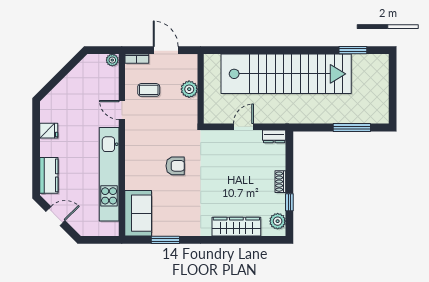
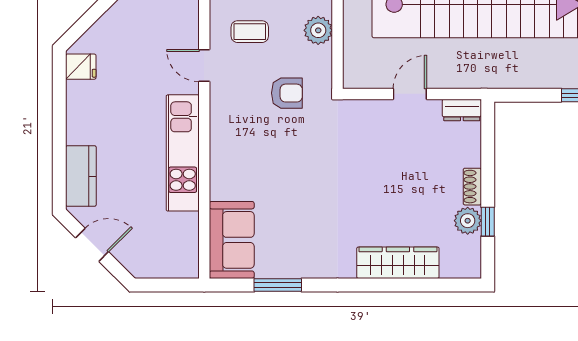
fridge: (49, 131) -> (81, 67), moved
armchair: (175, 166) -> (287, 93), moved
kitchen unit: (109, 174) -> (183, 153), width x0.73
plant: (278, 221) -> (468, 221), moved

